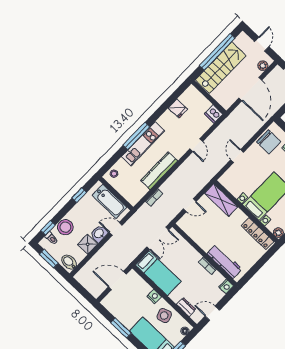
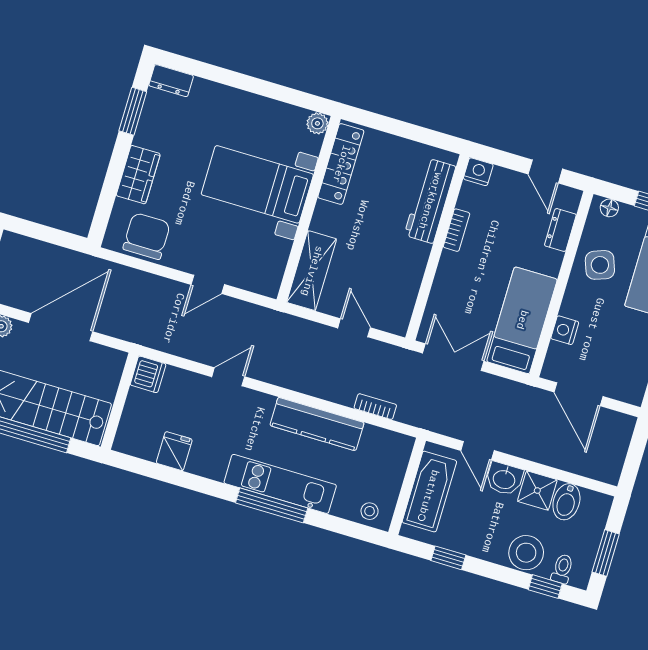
bidet: (69, 262) -> (566, 502), moved
nightstand: (154, 297) -> (565, 330), moved

